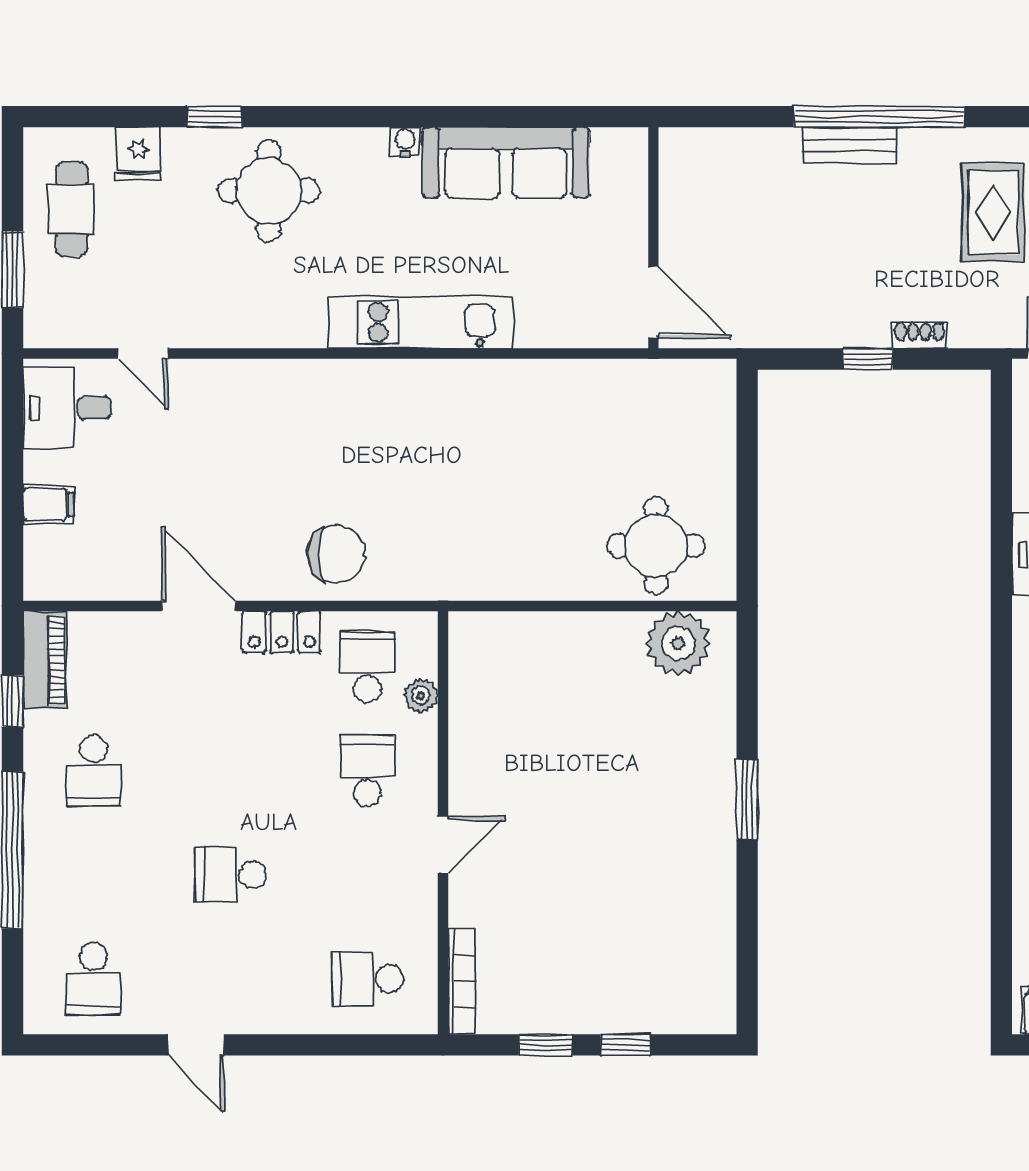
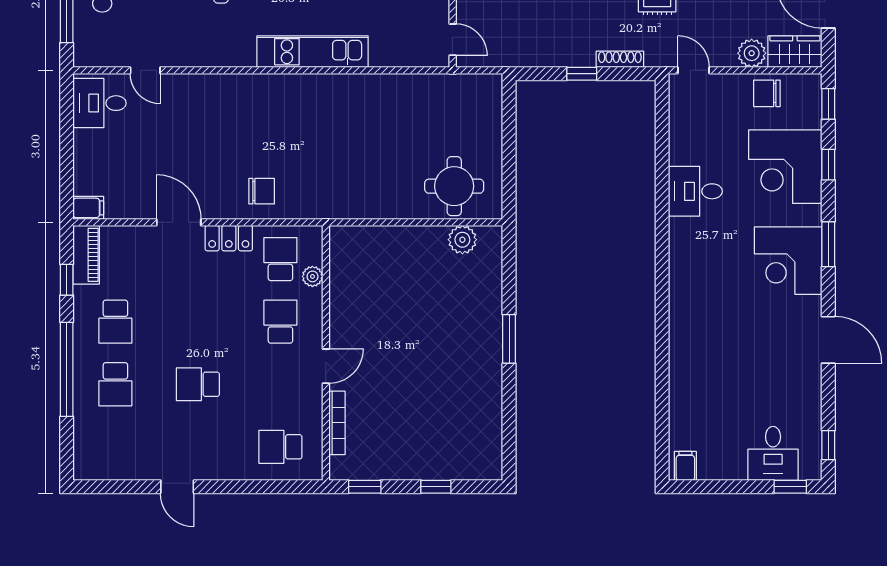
door: (653, 302) -> (453, 40), width x0.73
shoe rack: (919, 335) -> (620, 59), width x1.43
filing cabinet: (48, 504) -> (88, 208), moved
chair: (336, 554) -> (262, 191), width x0.73, depth x0.73
plant: (678, 643) -> (462, 240), width x0.73, depth x0.73
school desk: (93, 979) -> (115, 384), moved
bookcase: (462, 982) -> (337, 423), moved
window: (546, 1045) -> (365, 487), moved

